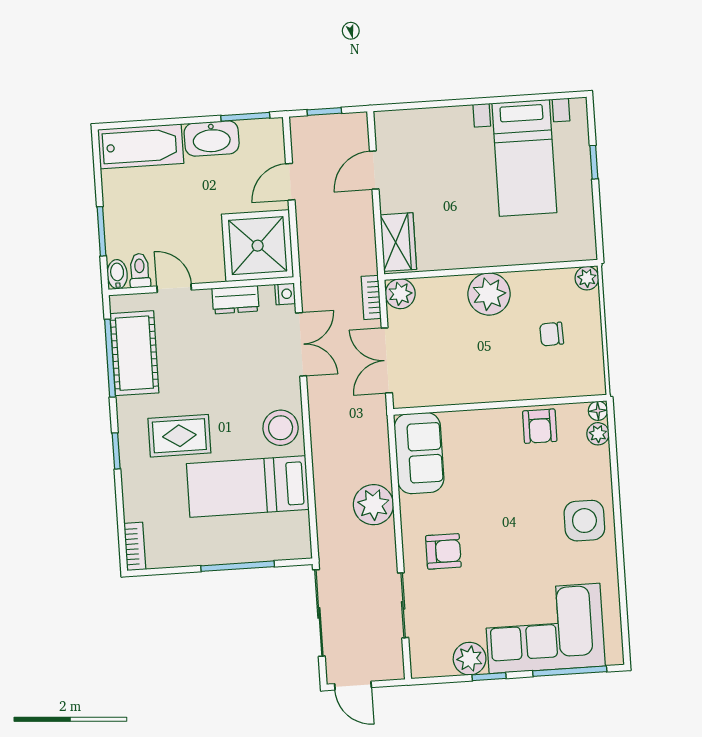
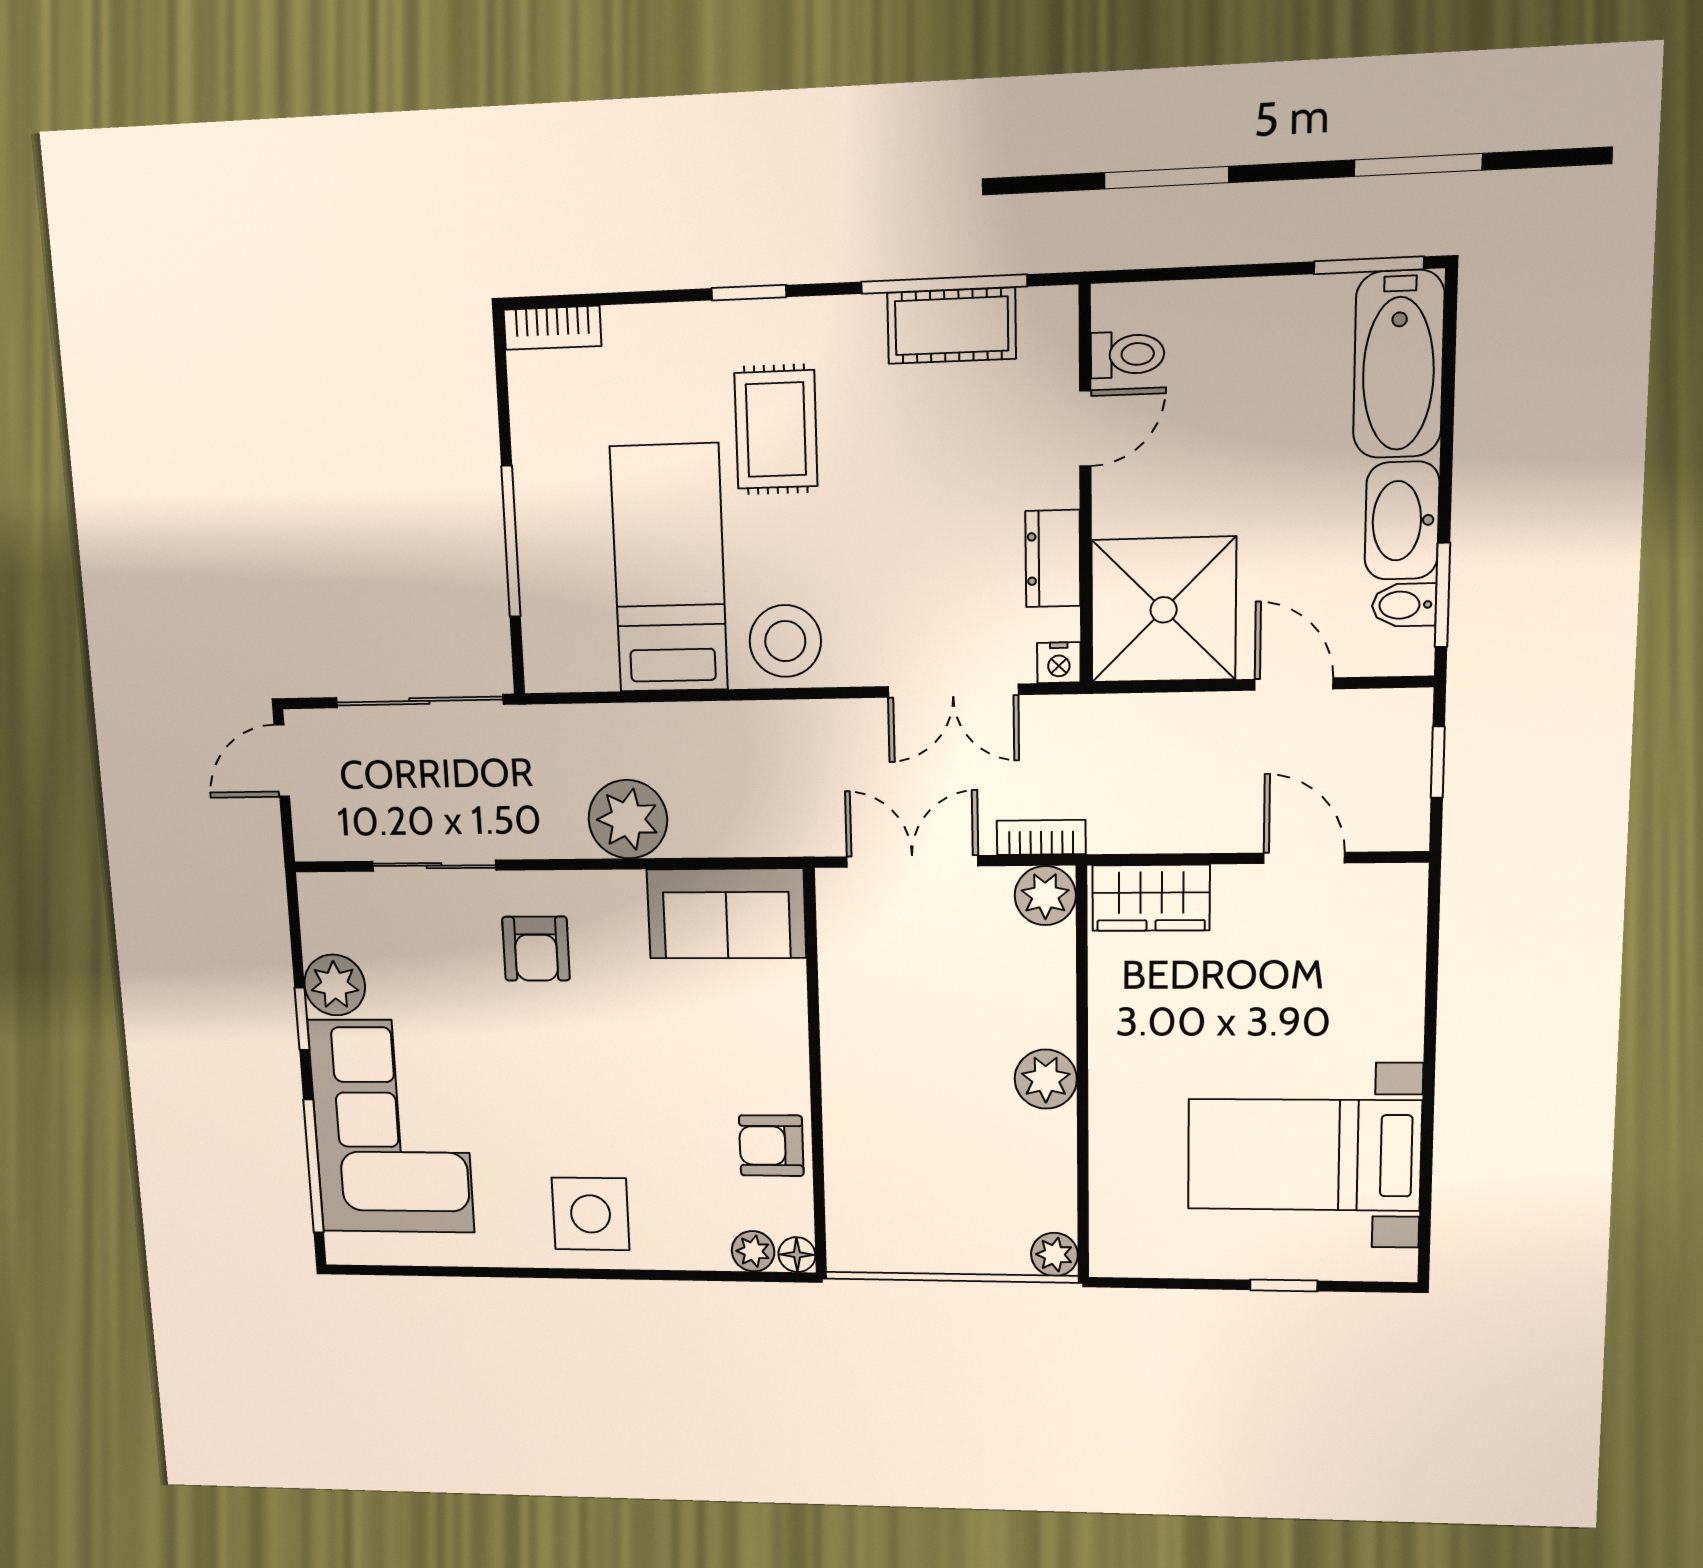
window: (102, 231) -> (1369, 265), moved
bidet: (117, 274) -> (1404, 605), moved, turned 180
plant: (489, 294) -> (1046, 1079), width x0.73, depth x0.73
chair: (552, 334) -> (949, 1181), removed
cot: (134, 353) -> (952, 326), width x0.73, depth x0.75

